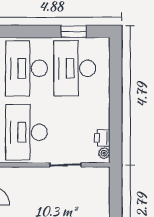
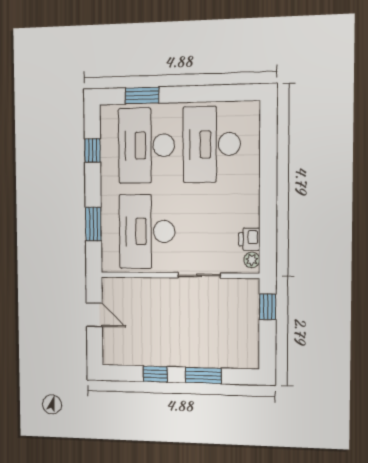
window: (74, 32) -> (142, 96), moved
window: (116, 188) -> (268, 307), added

